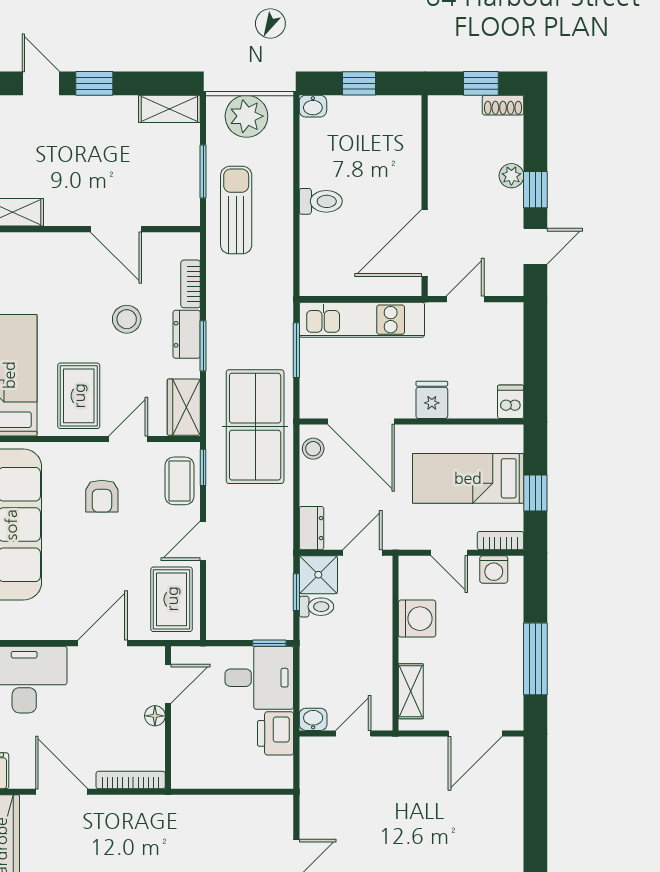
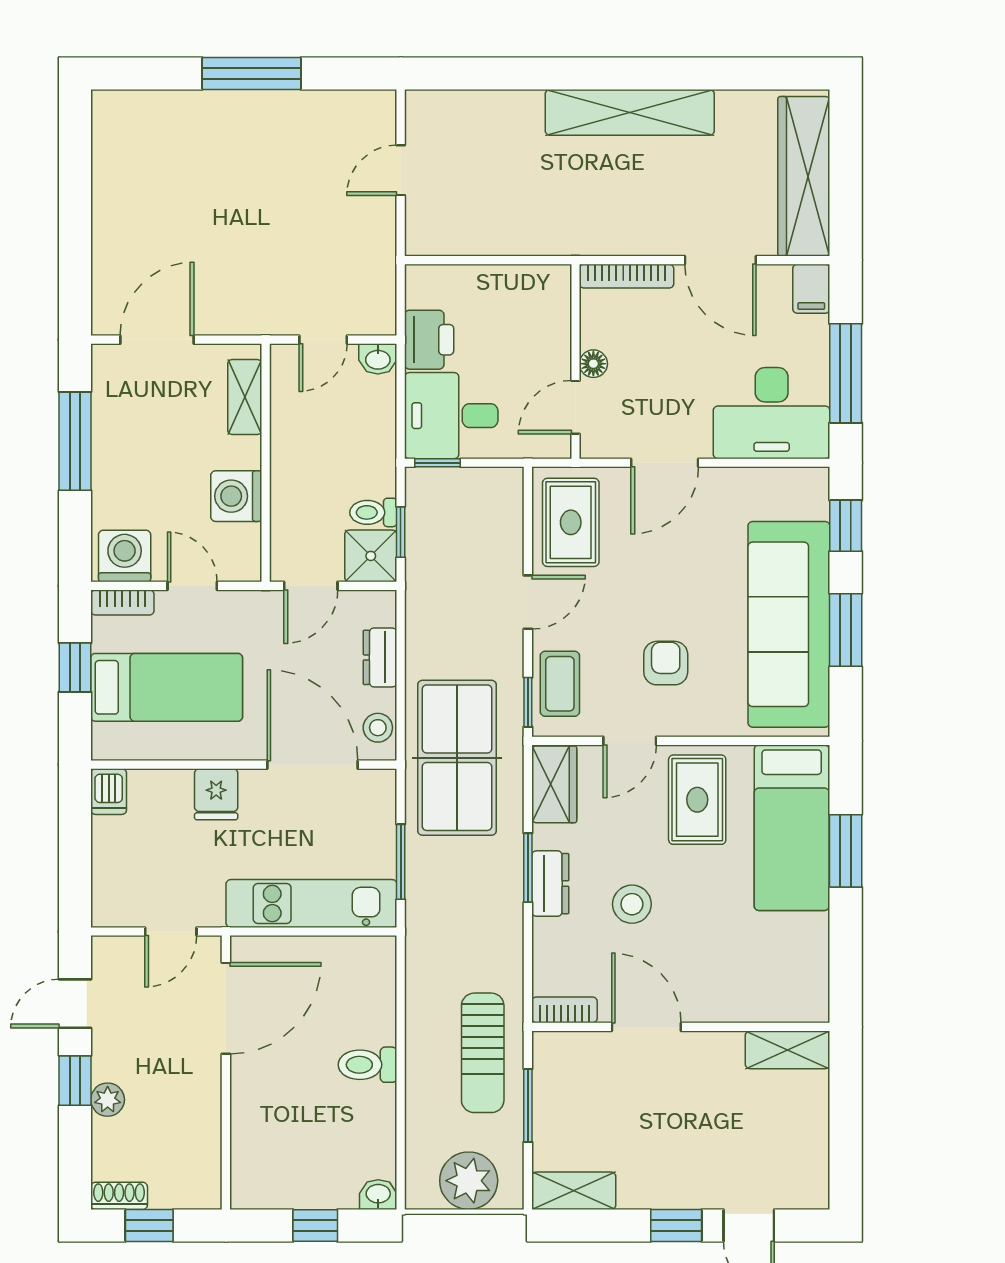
bookcase: (191, 284) -> (564, 1010), moved, turned -90
dresser: (311, 528) -> (380, 657), moved
washing machine: (494, 569) -> (125, 556), width x1.38, depth x1.38

